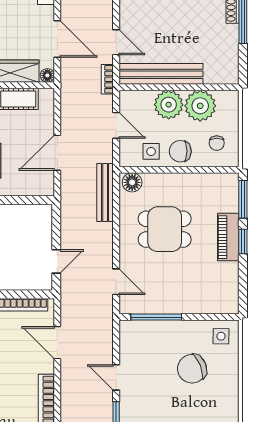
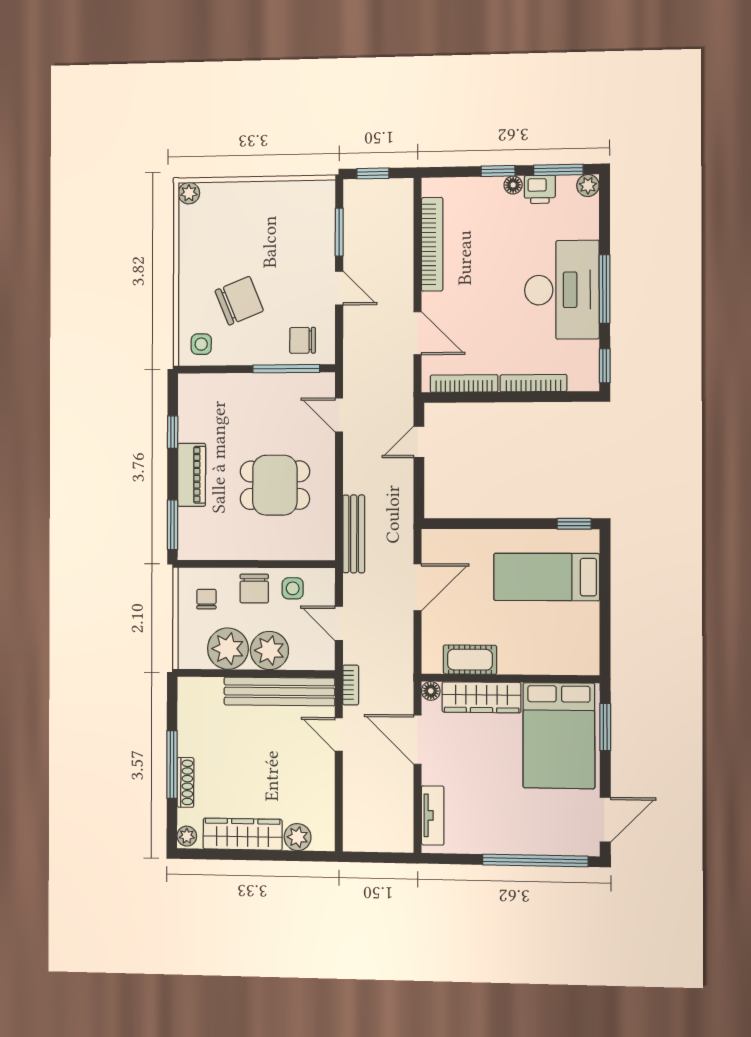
chair: (180, 151) -> (254, 589), turned 90
floor lamp: (132, 182) -> (318, 547), removed
window: (243, 242) -> (173, 432), moved
chair: (144, 338) -> (303, 340), added

